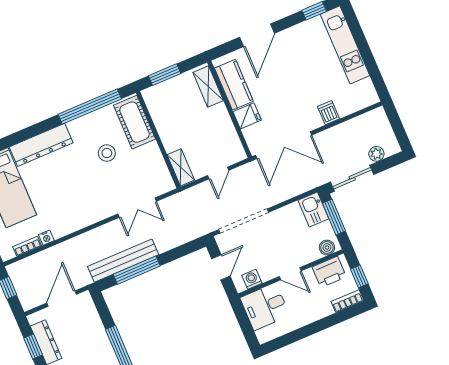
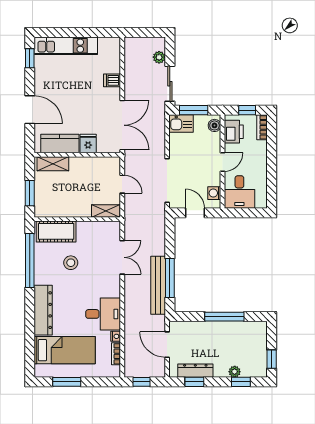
desk: (65, 213) -> (103, 314), added

